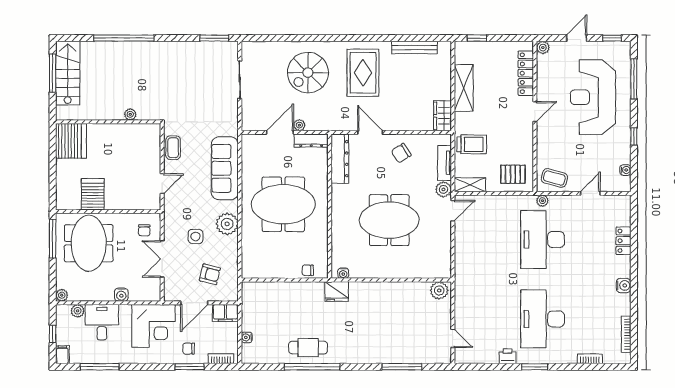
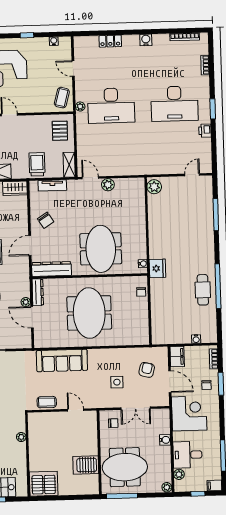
plant: (443, 189) -> (108, 185), moved
meeting table: (389, 220) -> (101, 249), moved
plant: (227, 224) -> (106, 357), removed

